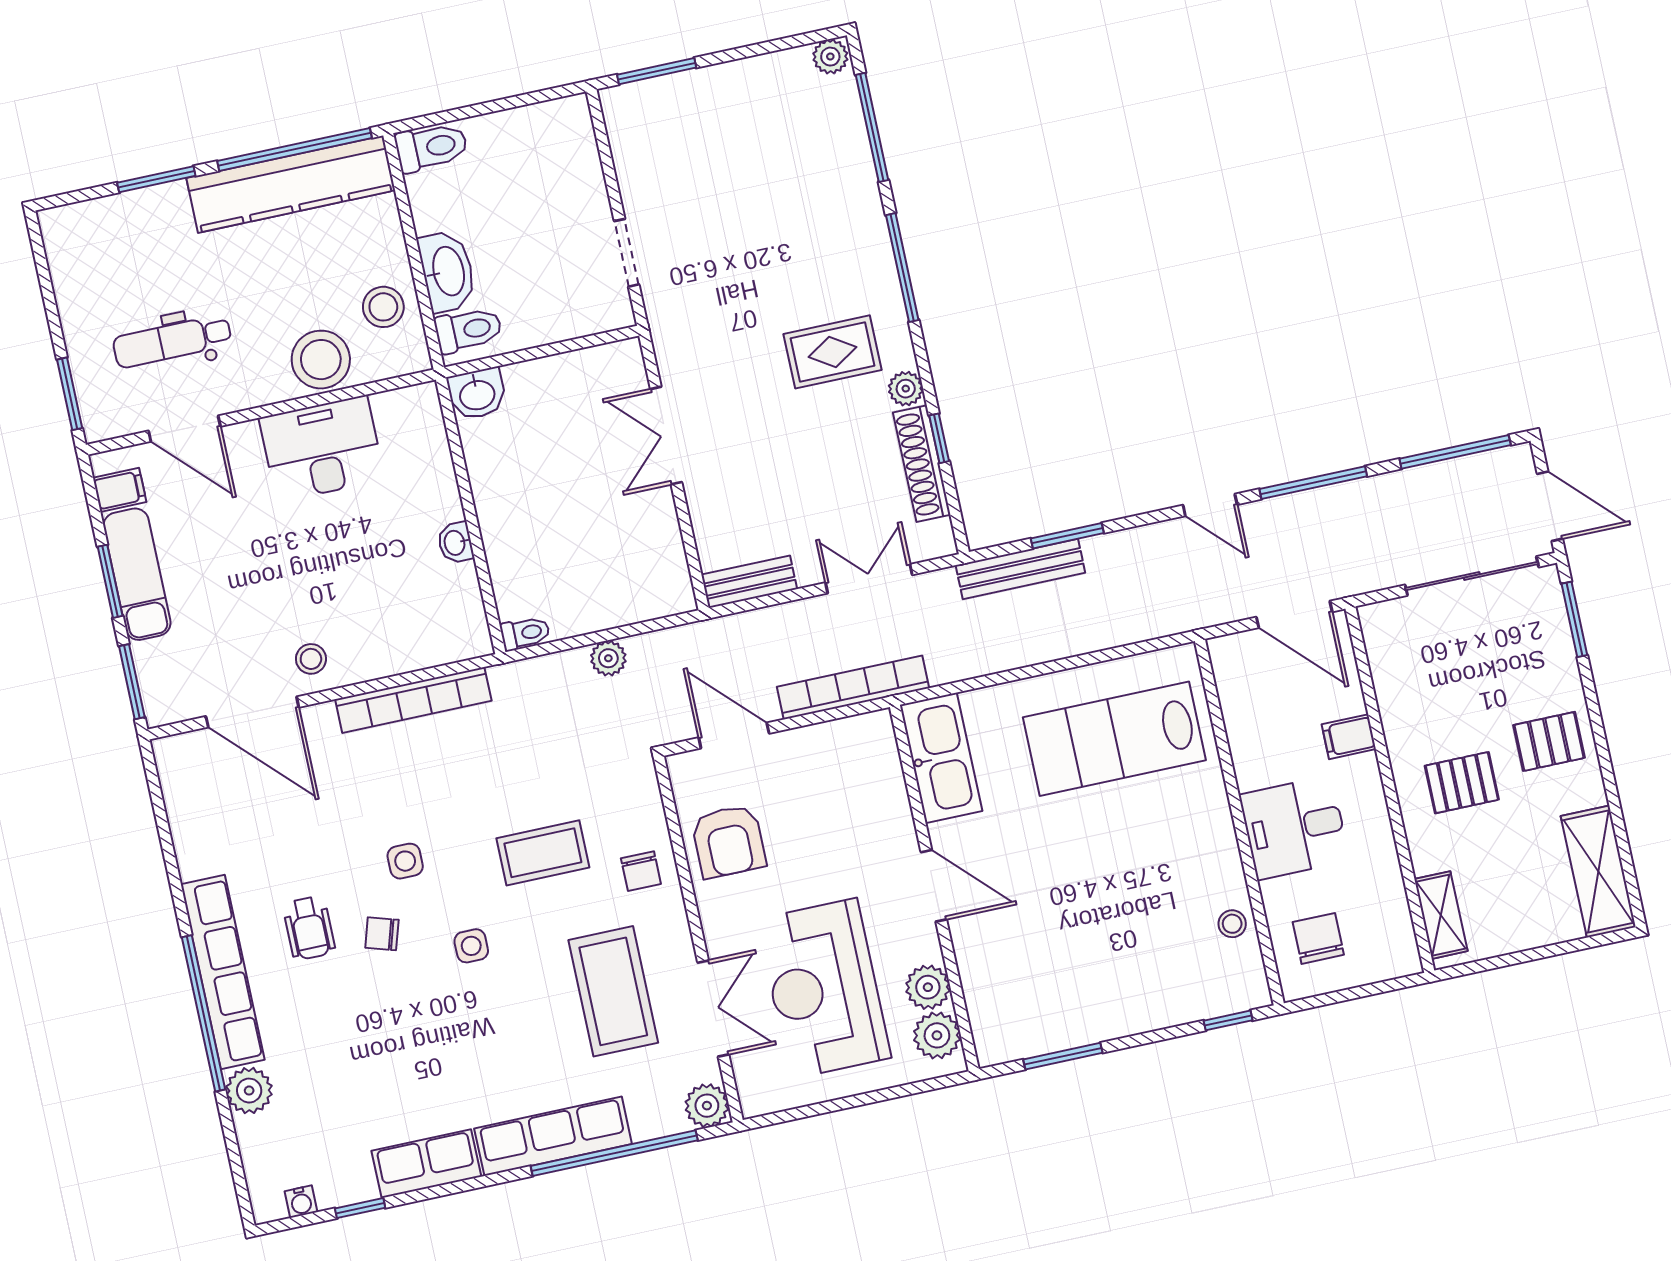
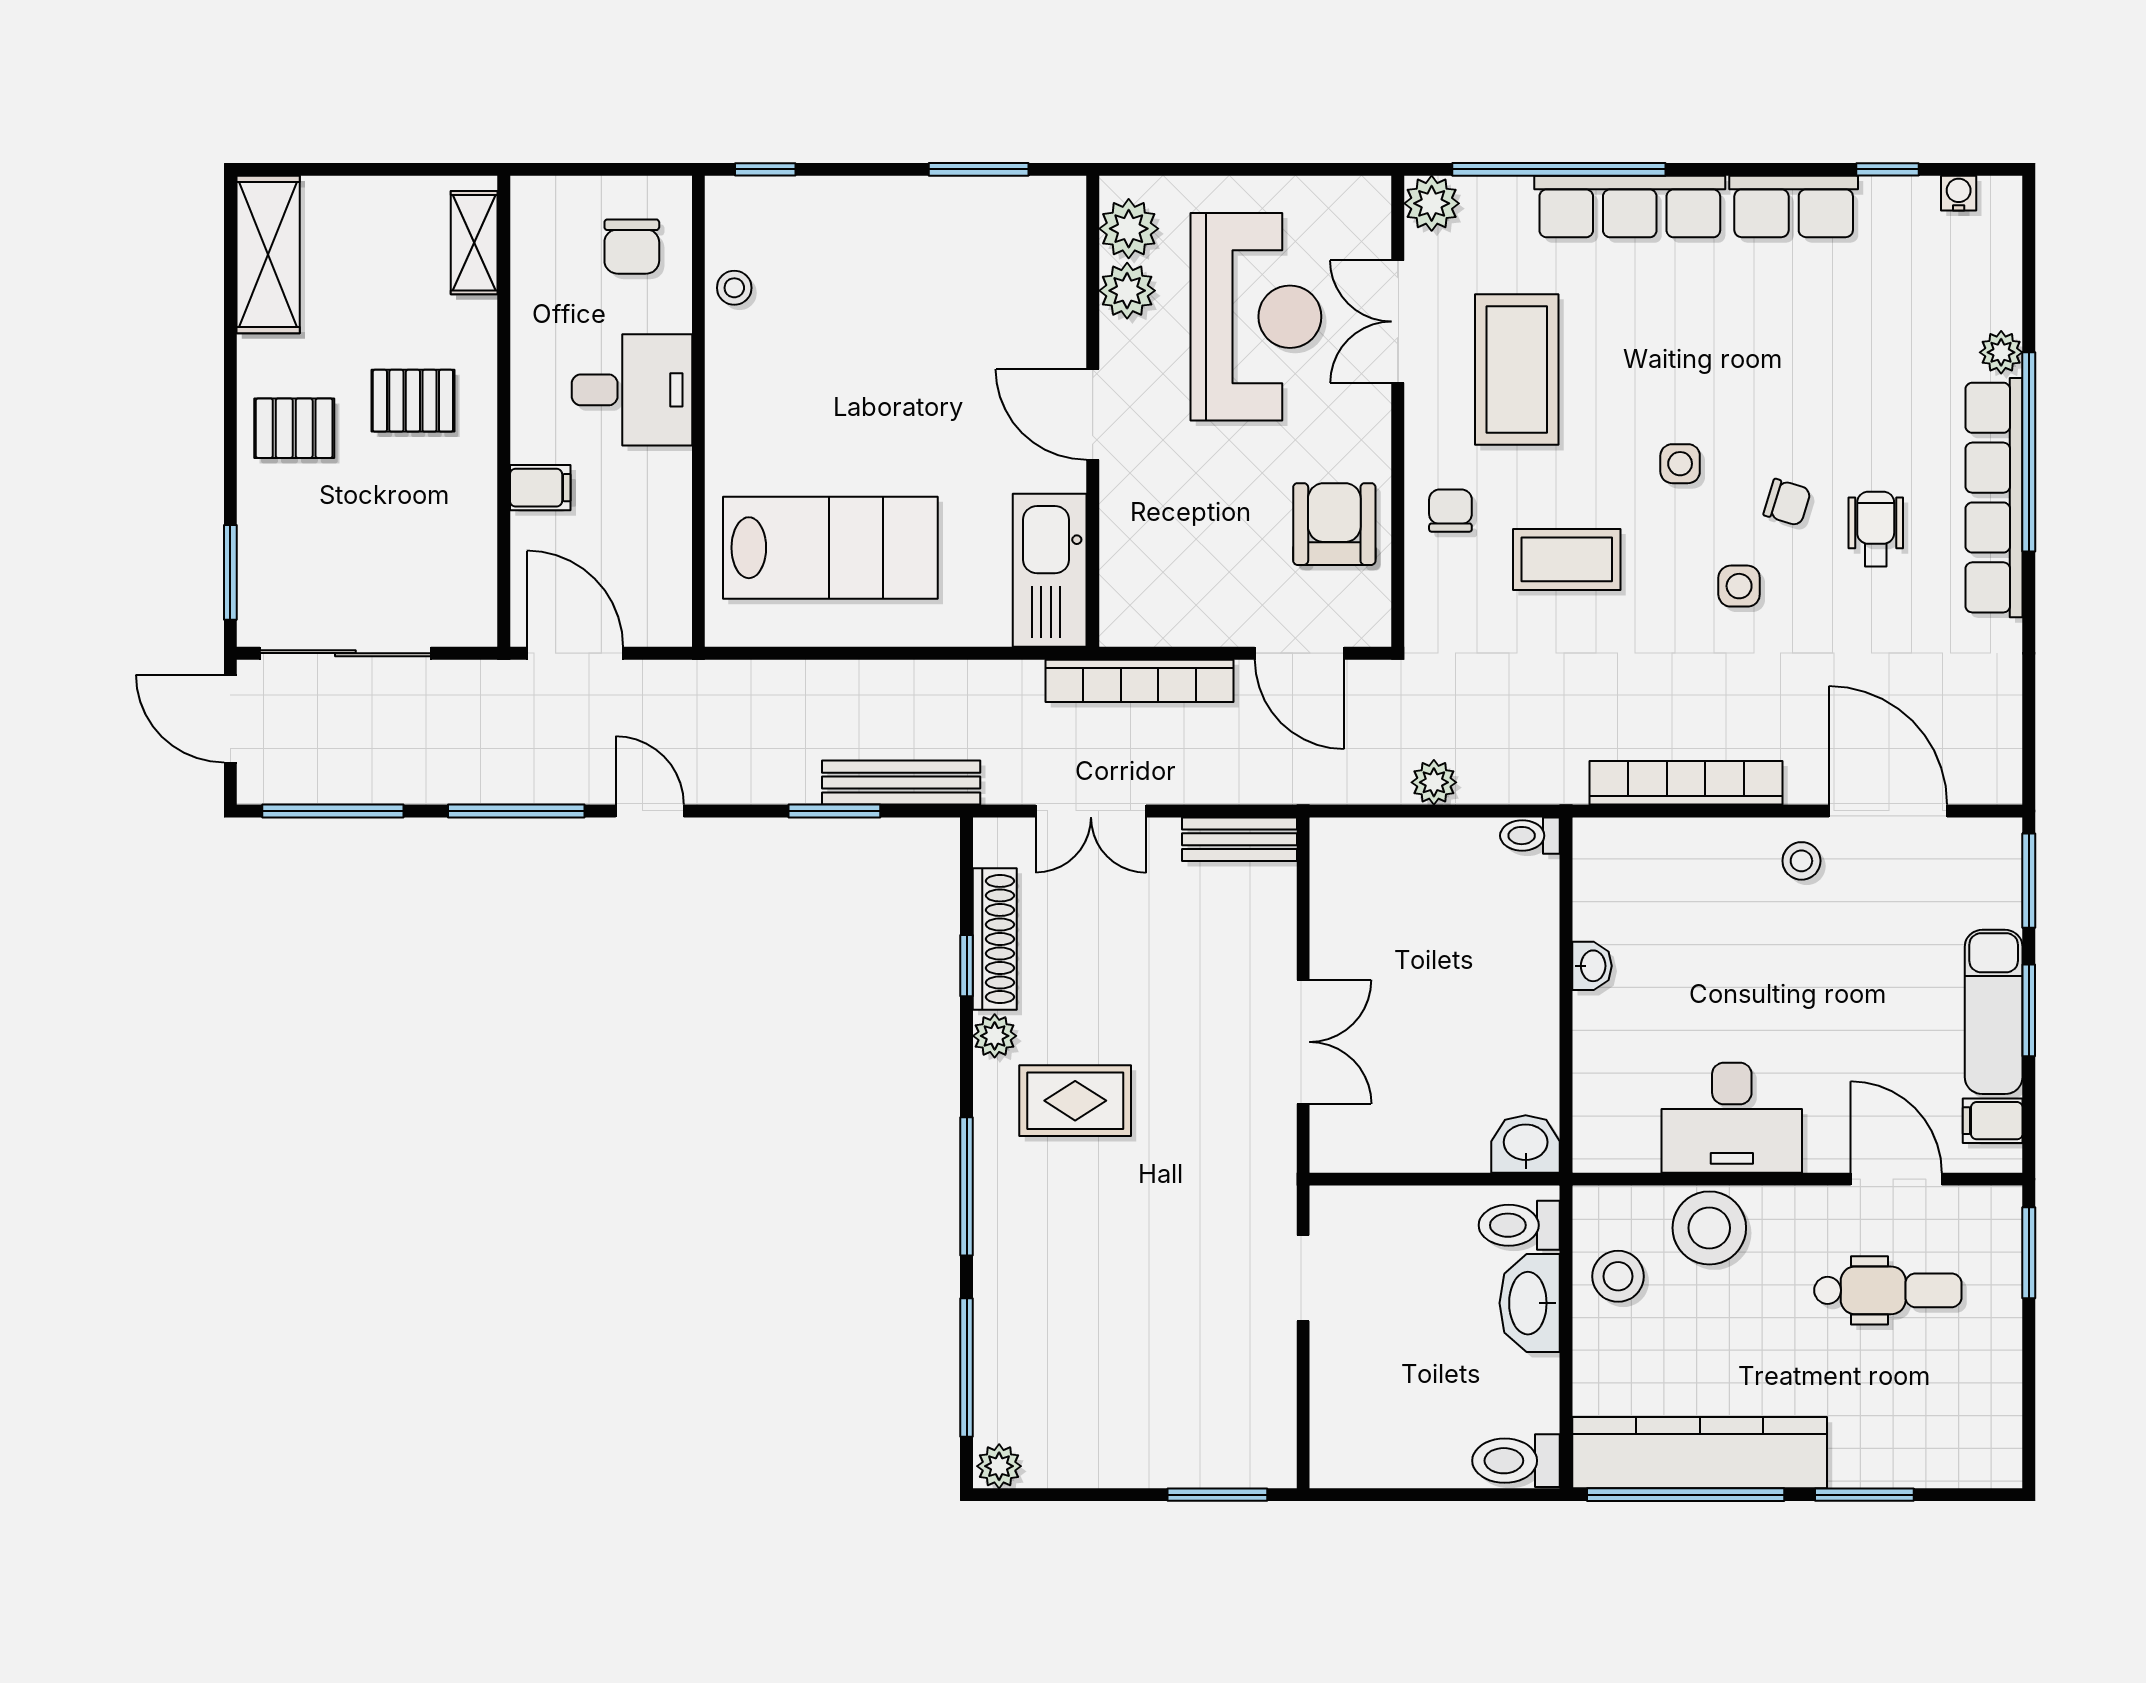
plant: (249, 1091) -> (2001, 352), width x0.73, depth x0.73

